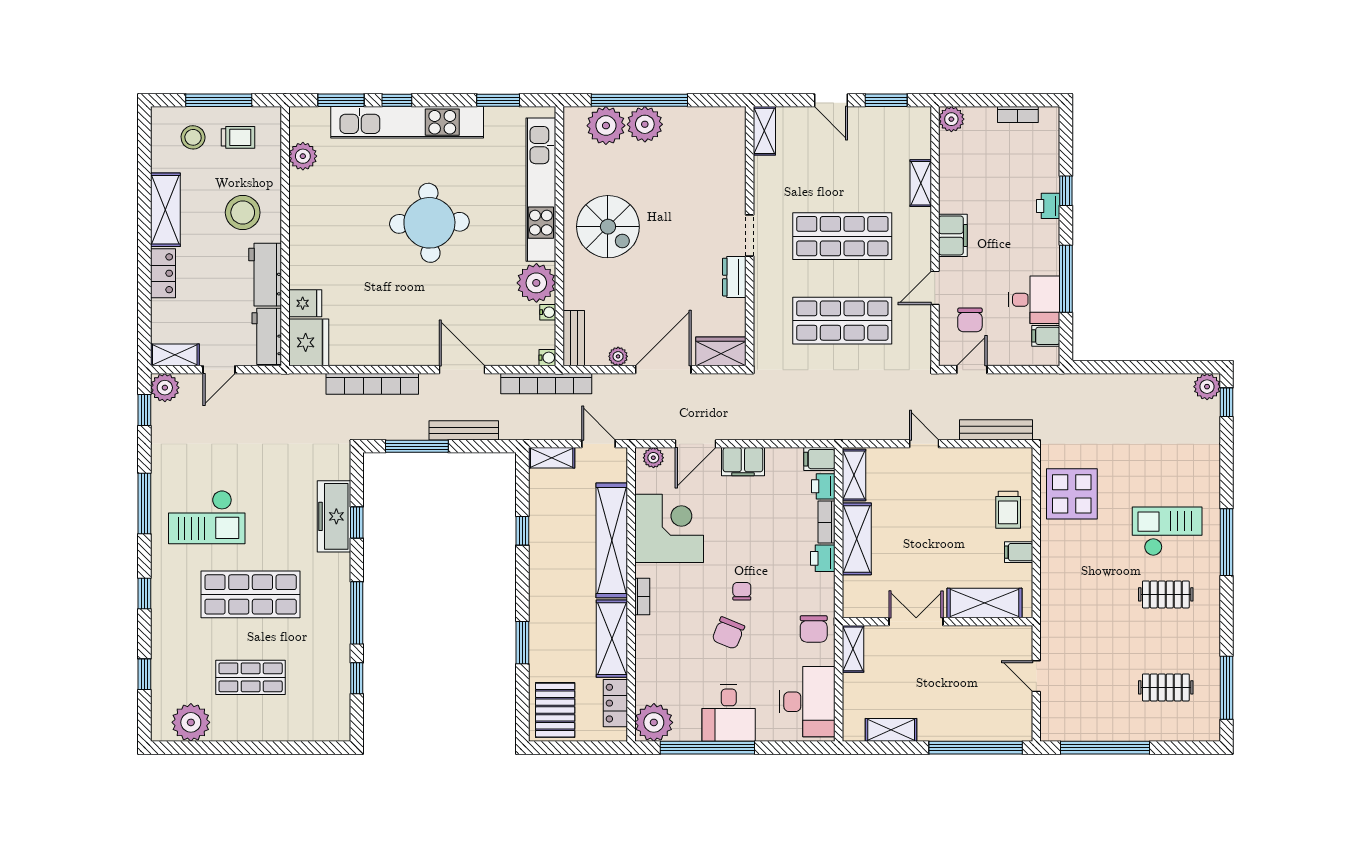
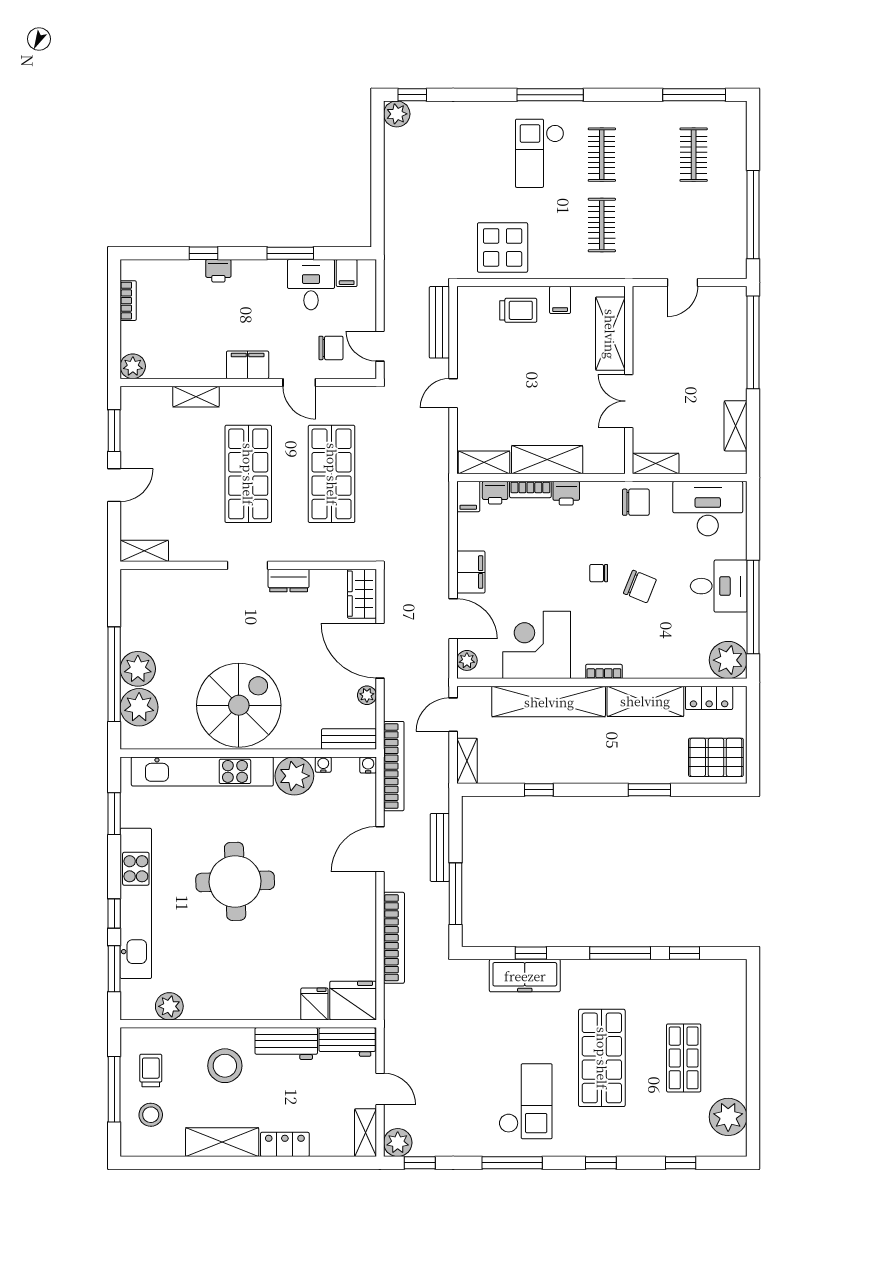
spiral stairs: (608, 227) -> (239, 705), width x1.37, depth x1.37
window: (1066, 279) -> (290, 253), width x0.69
clothes rail: (1095, 594) -> (602, 225), added

